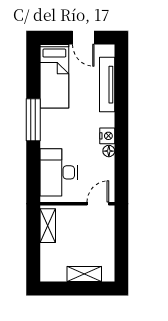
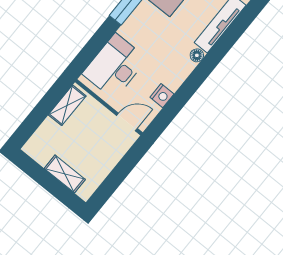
nightstand: (107, 136) -> (162, 96), moved
floor lamp: (109, 151) -> (197, 55), moved

